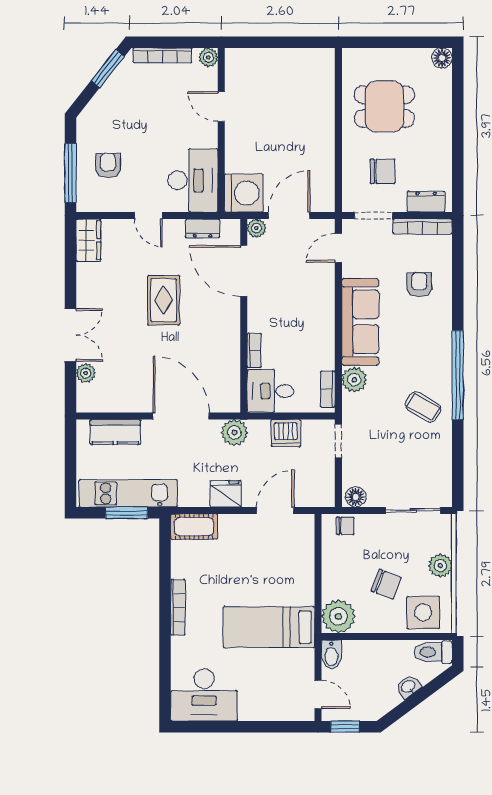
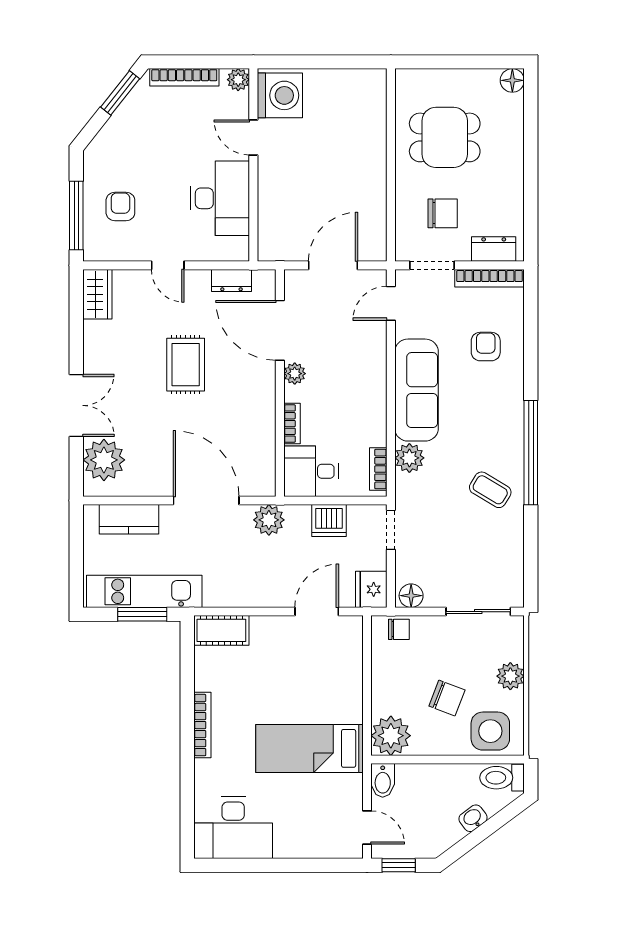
desk: (193, 180) -> (220, 198), moved
washing machine: (244, 193) -> (280, 95), moved
plant: (256, 228) -> (295, 374), moved
plant: (86, 373) -> (104, 460), width x1.87, depth x1.87
fridge: (226, 494) -> (371, 589), moved, turned -90

